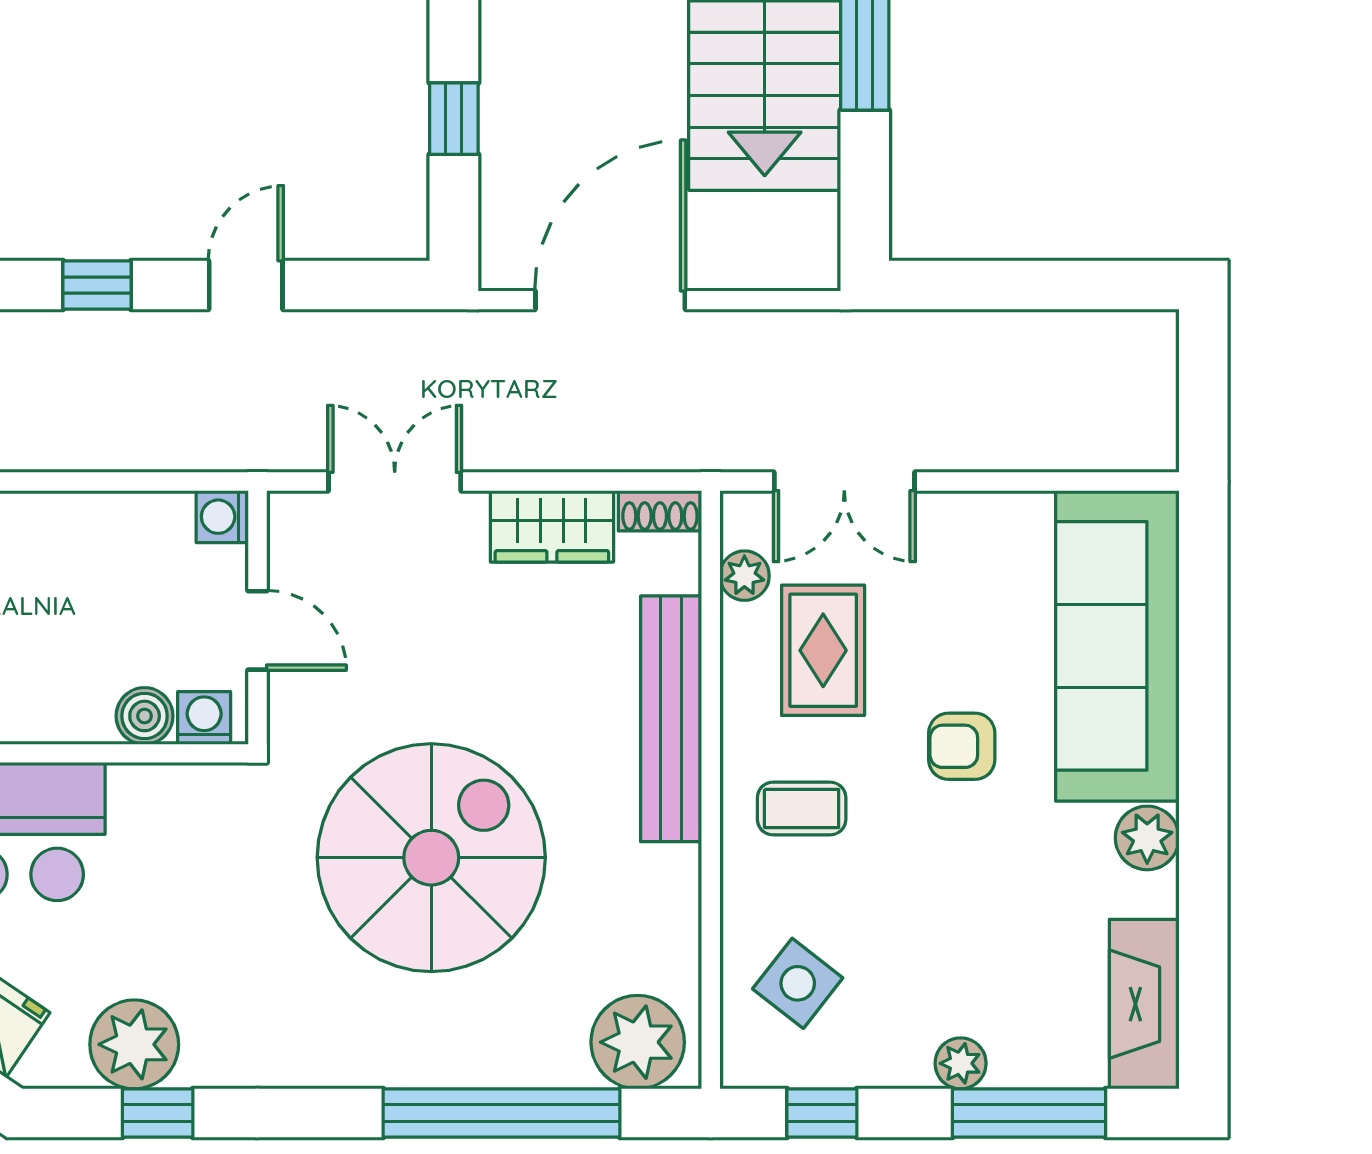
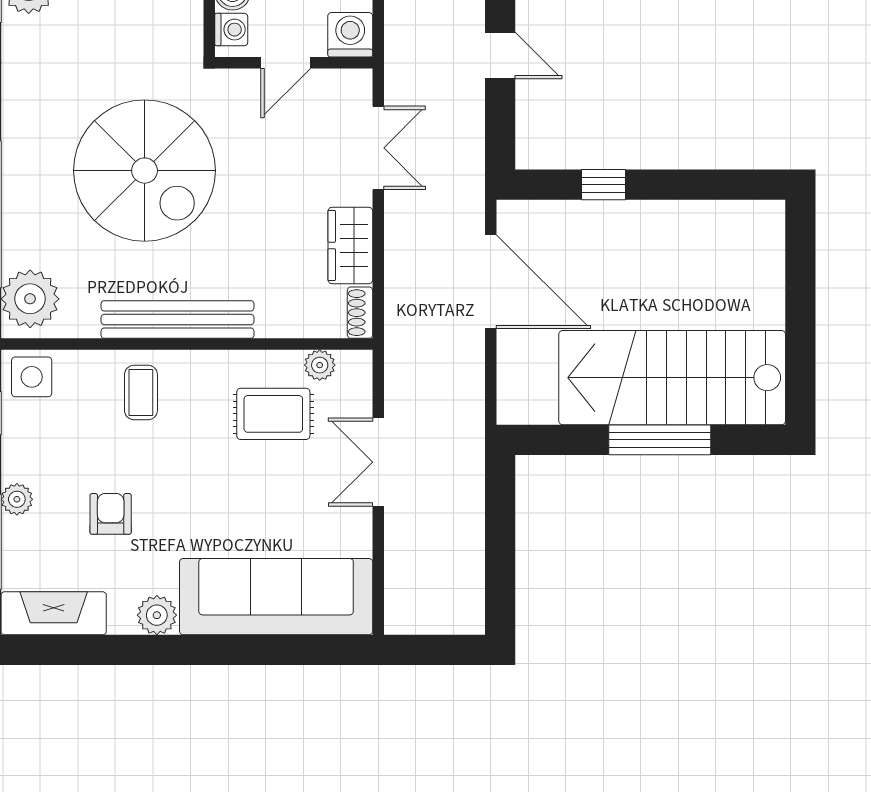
double door: (844, 481) -> (378, 462), moved
washing machine: (222, 517) -> (350, 35), width x1.38, depth x1.38
bench: (671, 719) -> (178, 319), moved
armchair: (962, 746) -> (111, 514), moved
coffee table: (802, 808) -> (141, 392), moved
side table: (798, 983) -> (32, 377), moved, turned -38

